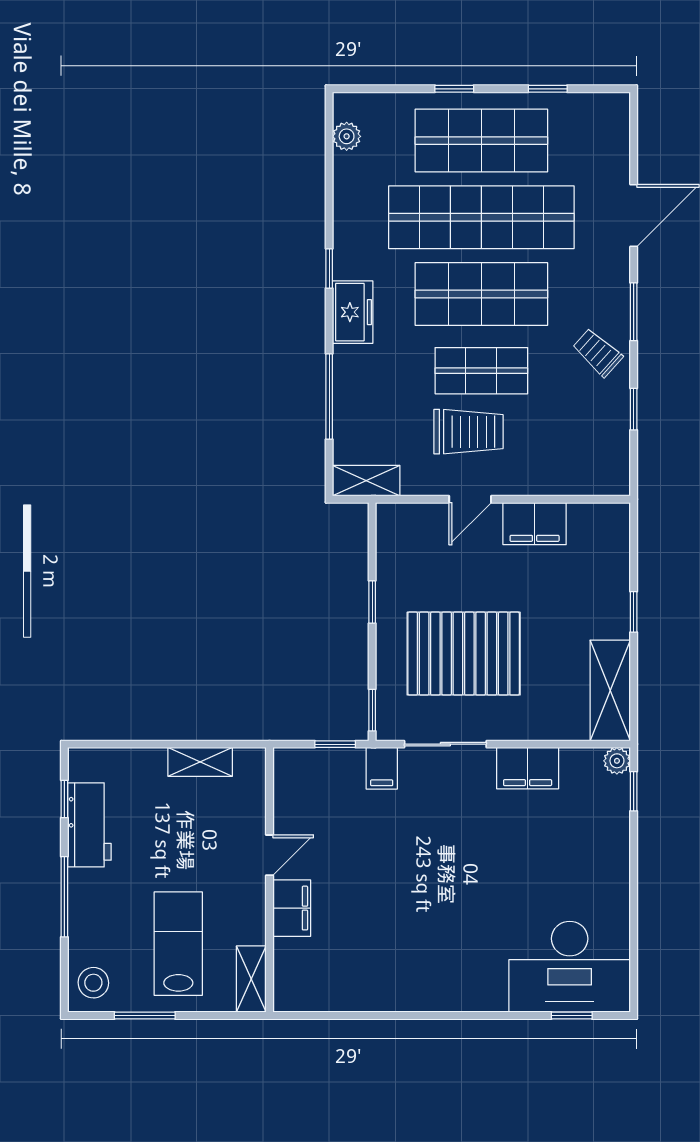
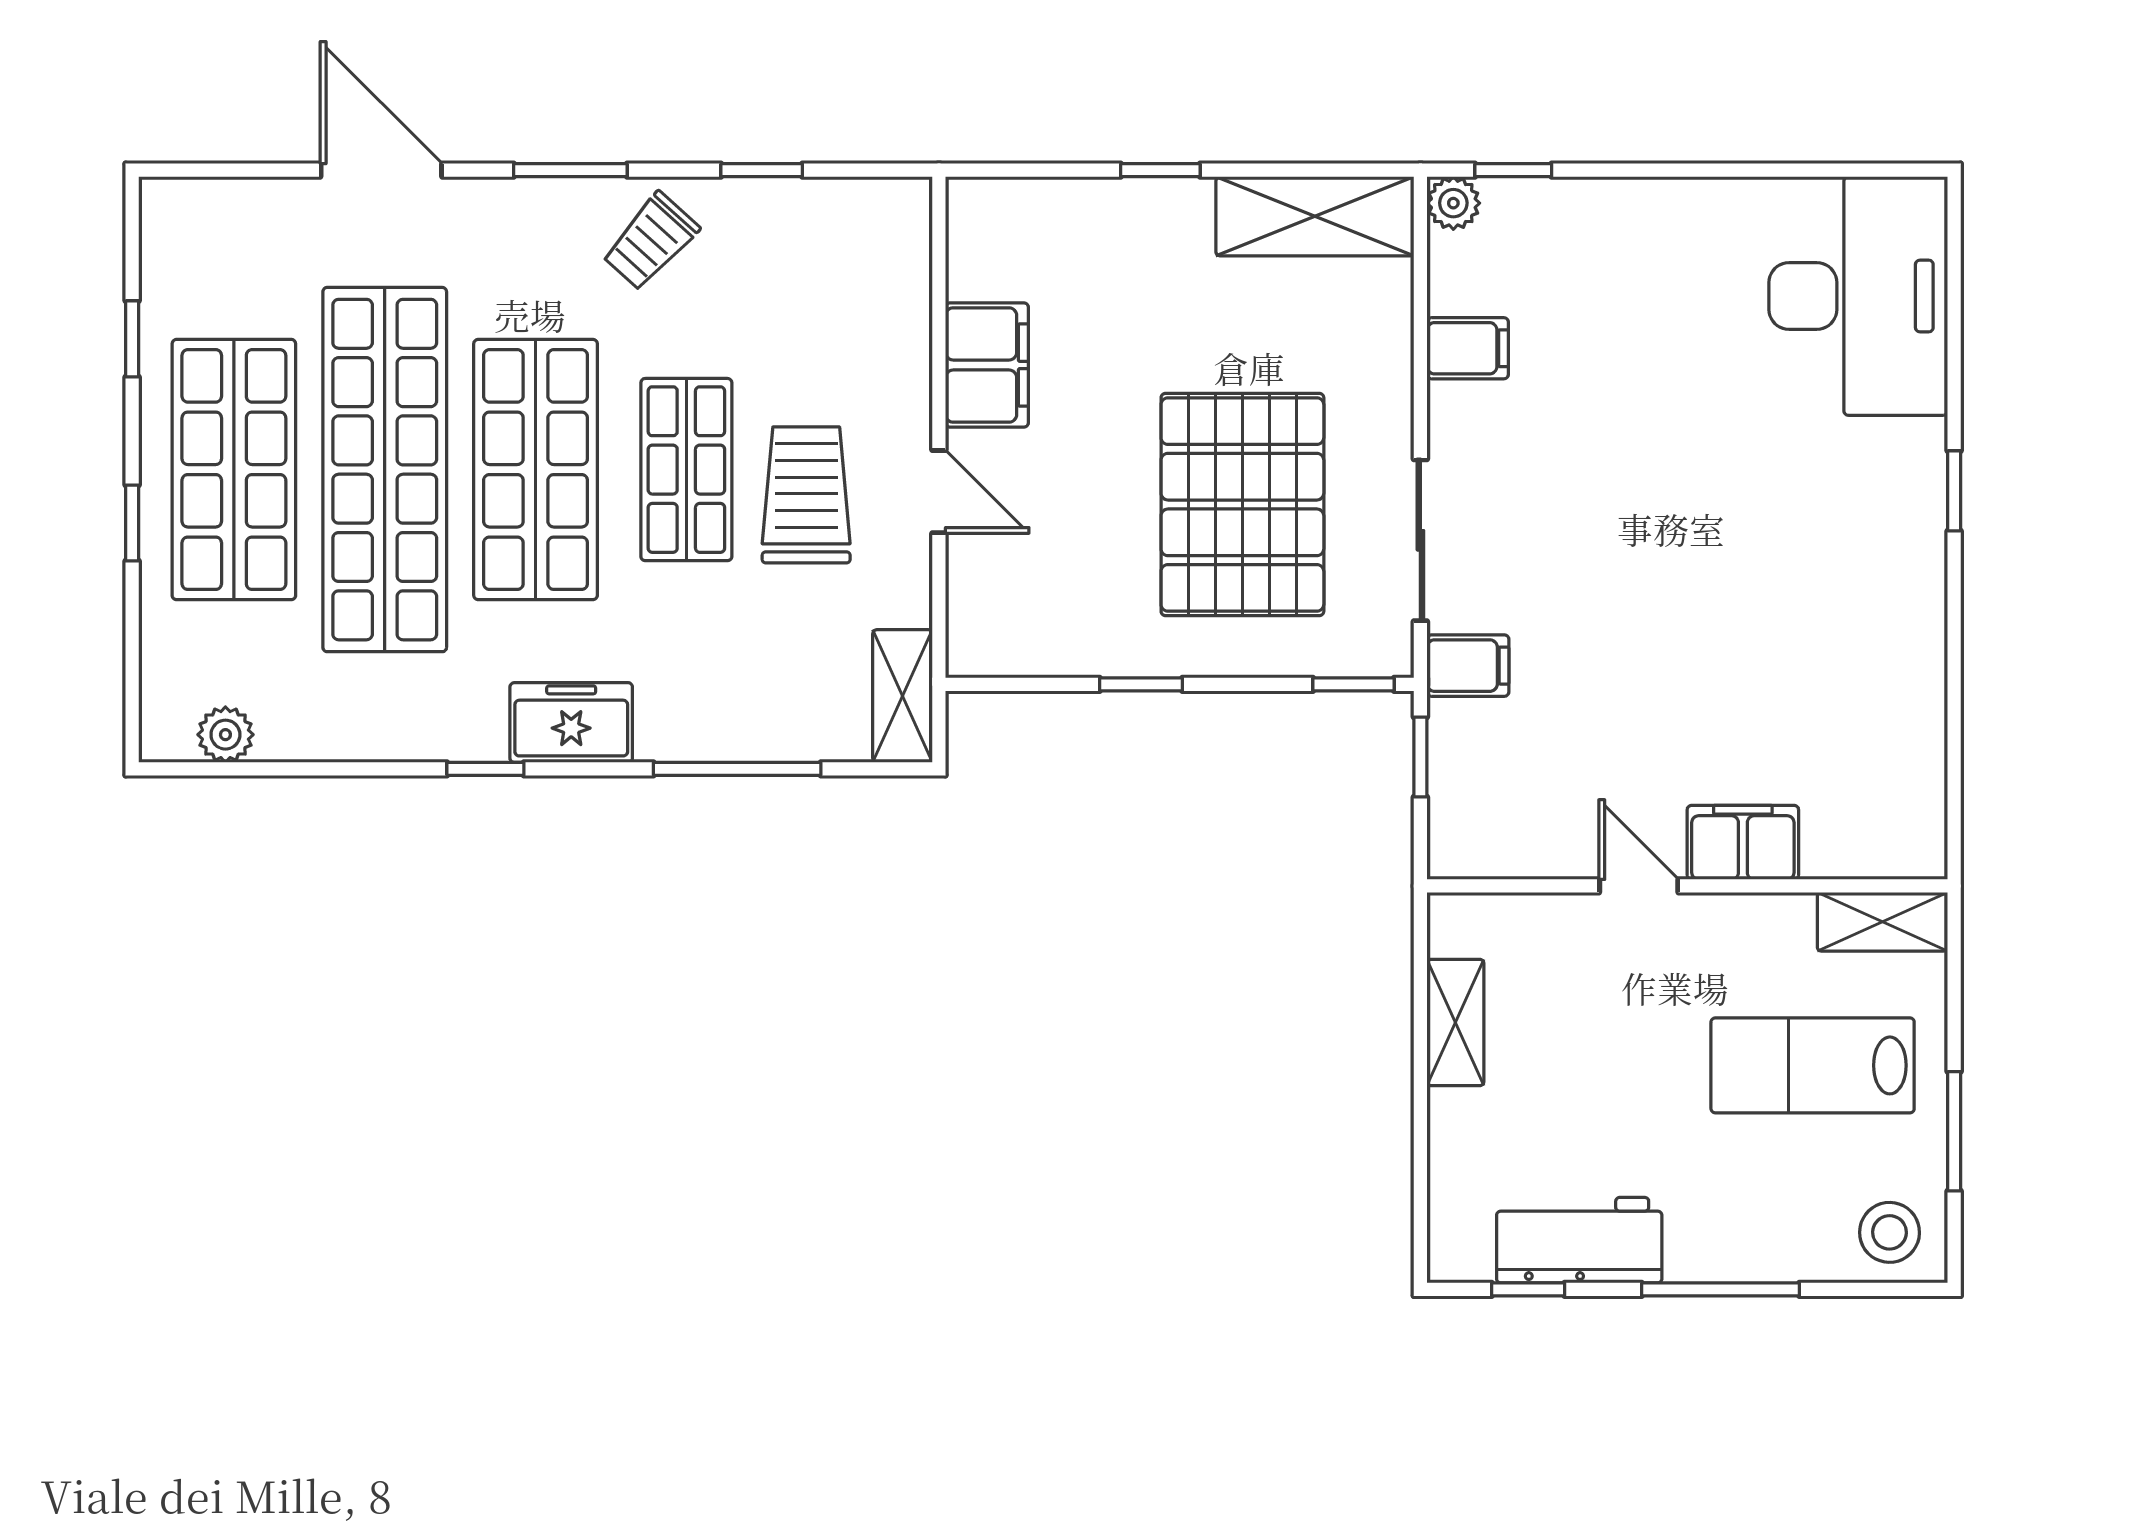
filing cabinet: (528, 768) -> (1468, 348), width x0.50
window: (572, 1016) -> (1954, 491), moved

